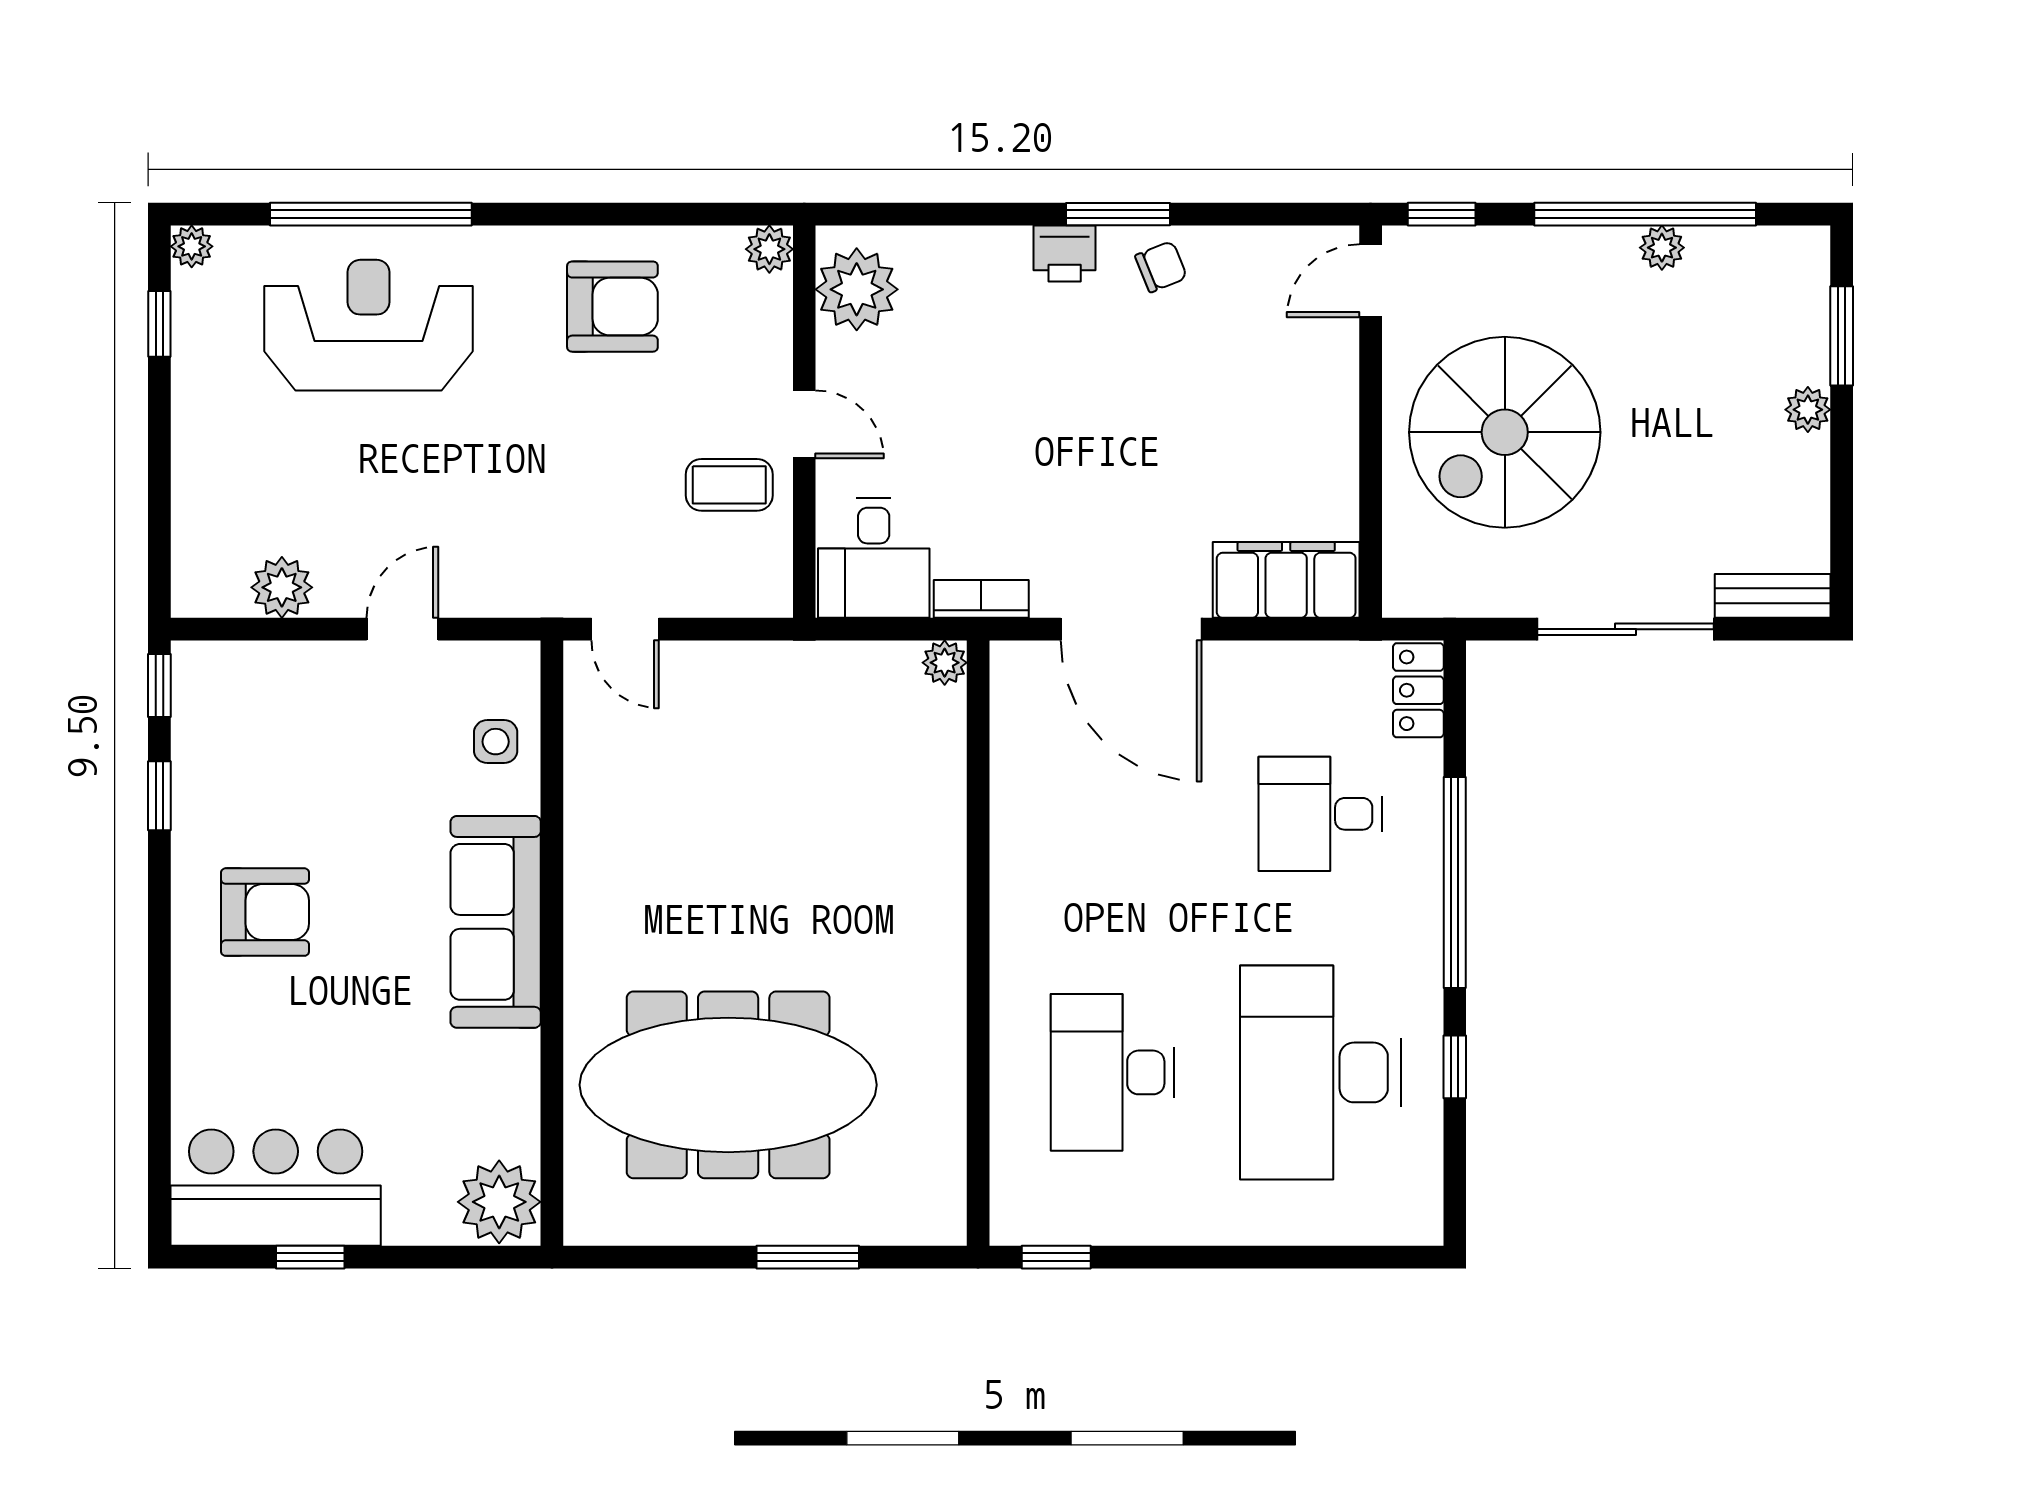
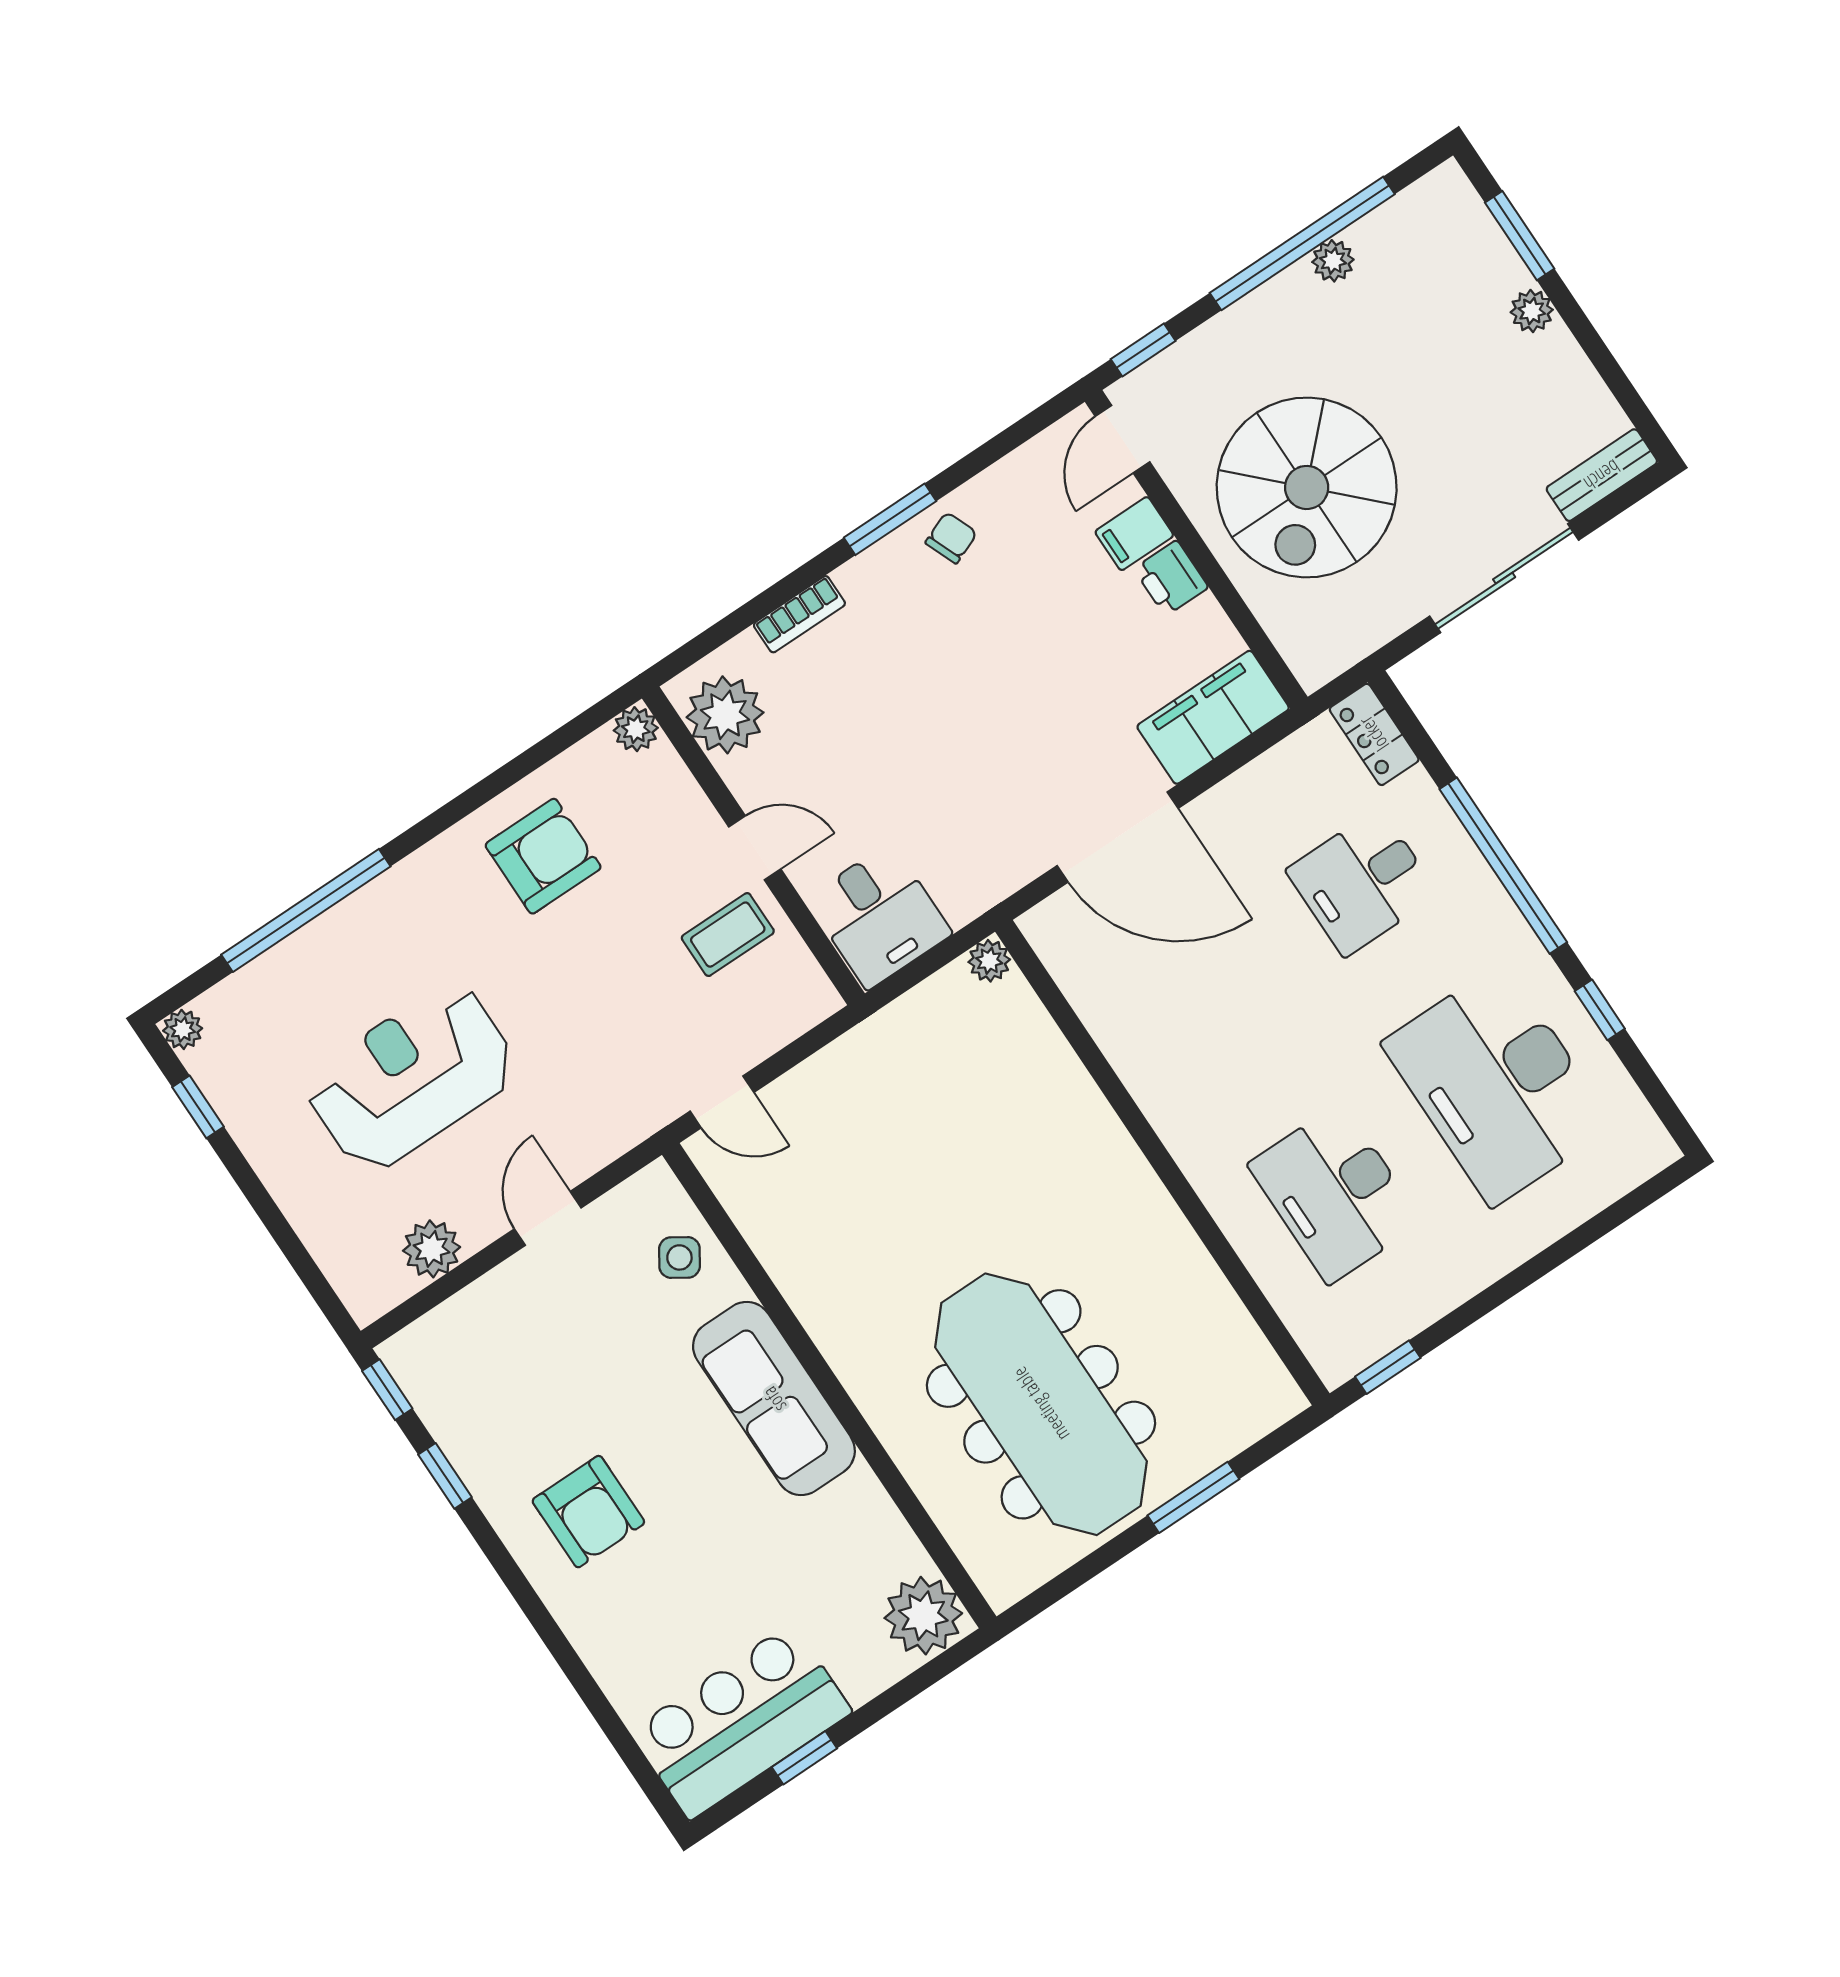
printer: (1065, 253) -> (1171, 578), moved, turned 90
reception desk: (369, 325) -> (411, 1077), moved
filing cabinet: (1325, 371) -> (1134, 534), added
bookcase: (981, 599) -> (799, 614), moved, turned 180
side table: (496, 742) -> (679, 1257), turned 33
armchair: (265, 912) -> (588, 1512), turned 90
meeting table: (728, 1085) -> (1041, 1404), turned 90

